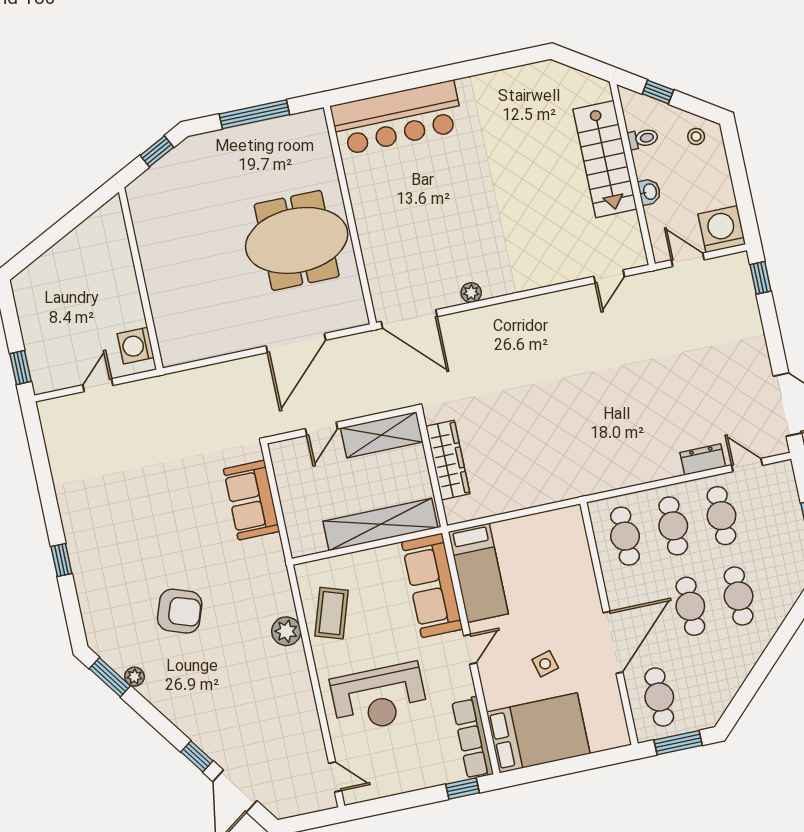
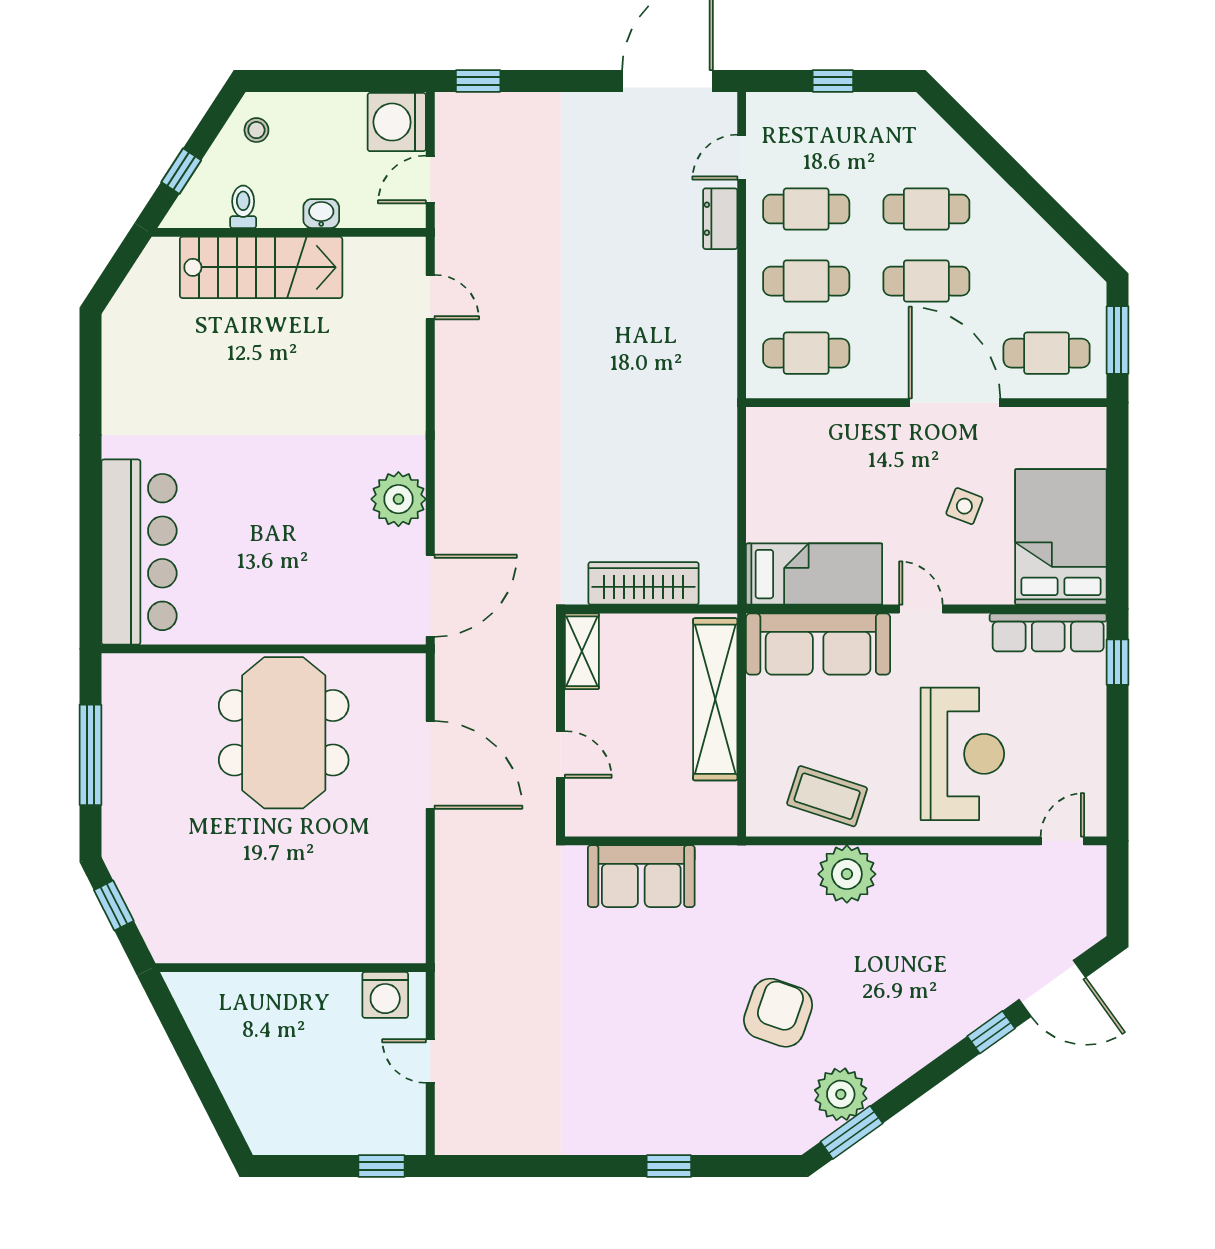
plant: (471, 293) -> (398, 499), width x1.88, depth x1.88
shelving: (382, 435) -> (582, 651), width x0.67, depth x0.75
plant: (286, 631) -> (847, 874), width x1.36, depth x1.36
side table: (545, 664) -> (964, 506), turned 36
plant: (134, 677) -> (841, 1094), width x1.88, depth x1.88

